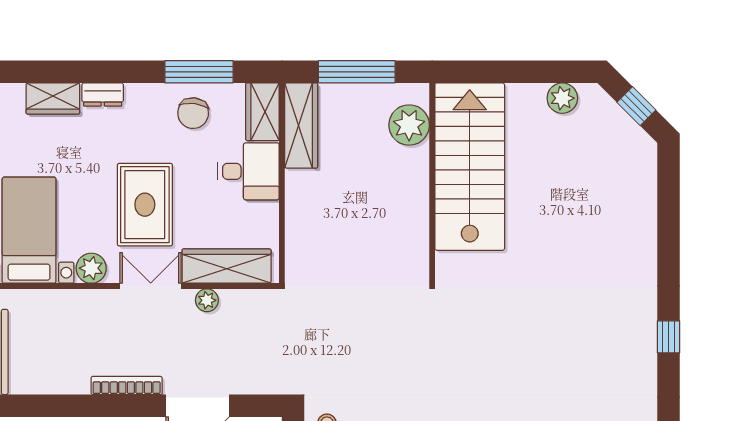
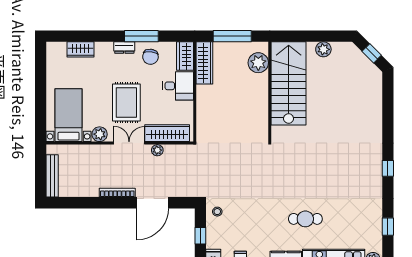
window: (199, 72) -> (141, 36), moved
dresser: (103, 95) -> (124, 48), moved
plant: (562, 98) -> (323, 49), moved

